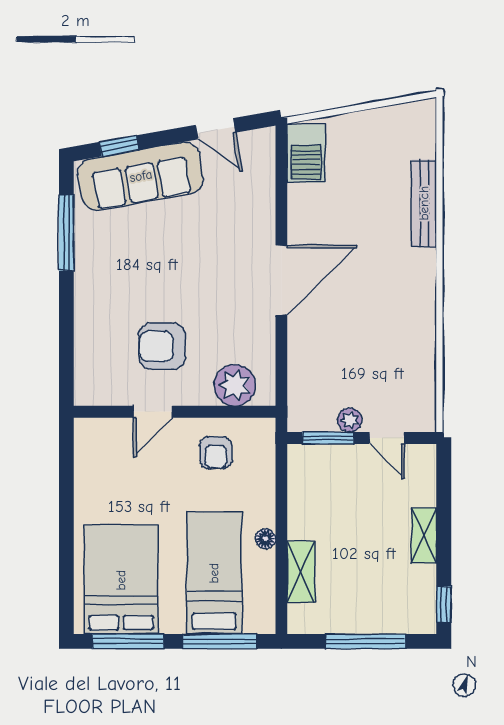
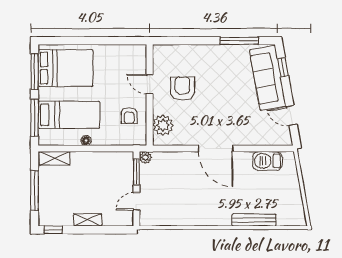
door: (216, 129) -> (291, 116), hinge flipped
barbecue: (306, 153) -> (267, 161), moved
plant: (350, 420) -> (145, 157), moved
armchair: (216, 453) -> (129, 116), turned -90
shelving: (301, 572) -> (55, 158), moved

